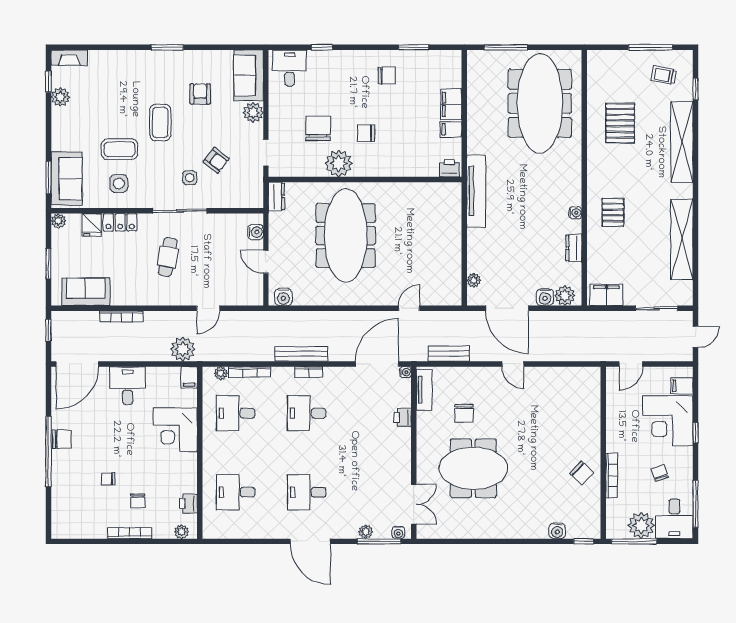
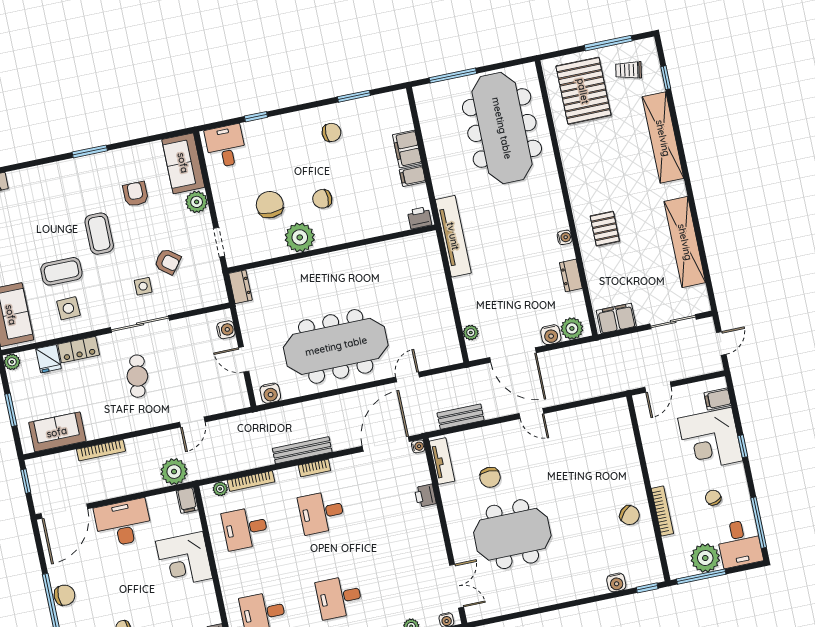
pallet: (620, 123) -> (583, 91), moved, width x1.37, depth x1.41
meeting table: (346, 236) -> (336, 346), moved, turned 90
desk: (128, 386) -> (123, 523), width x1.37

